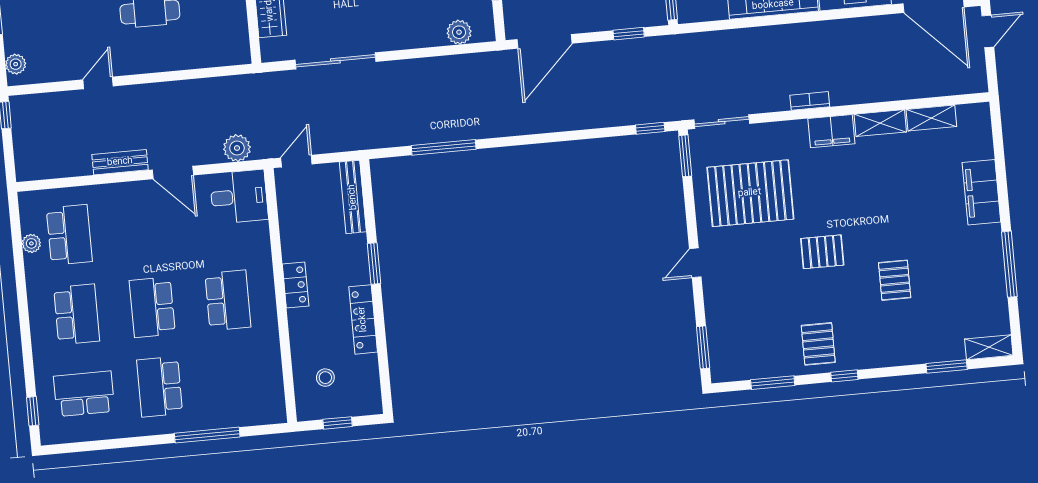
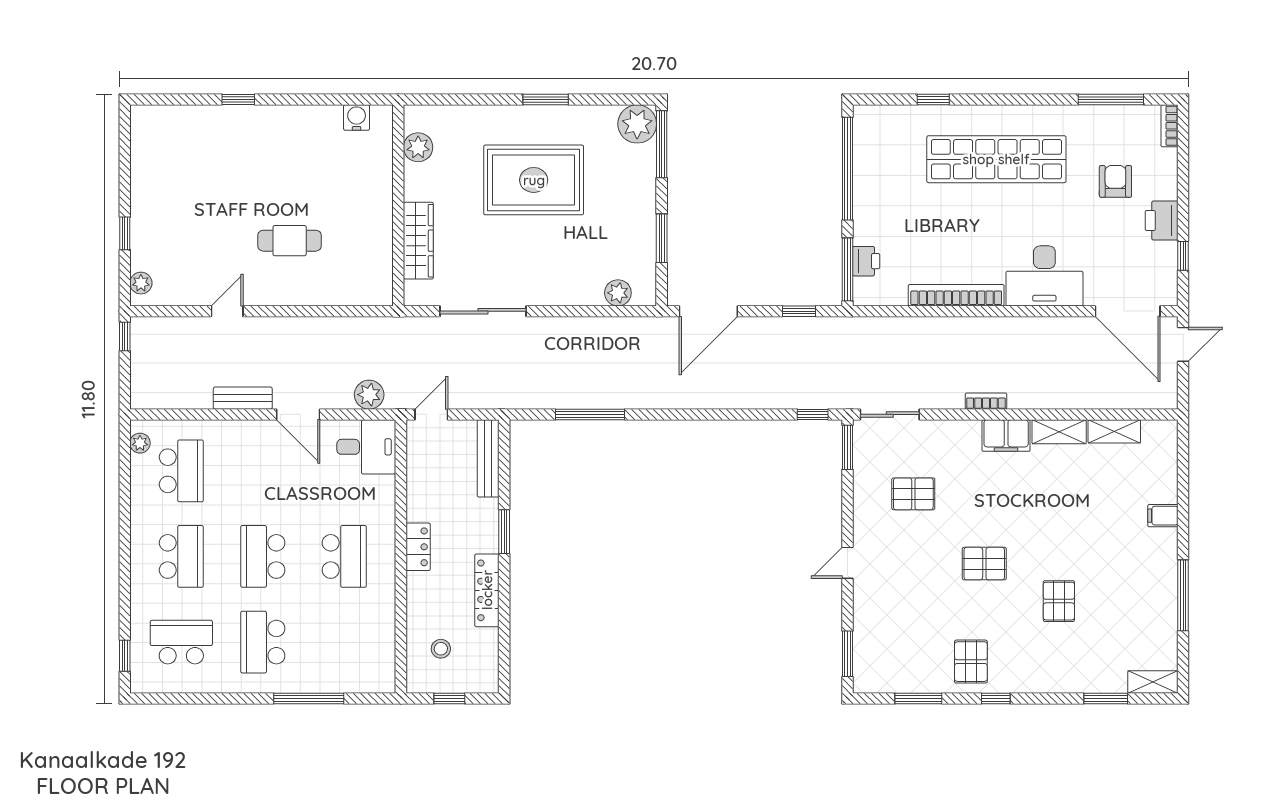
filing cabinet: (981, 192) -> (1163, 516), width x0.33, depth x0.86
pallet: (750, 193) -> (913, 494), width x0.49, depth x0.50
plant: (31, 243) -> (140, 443), moved

